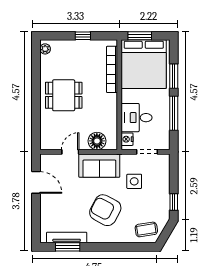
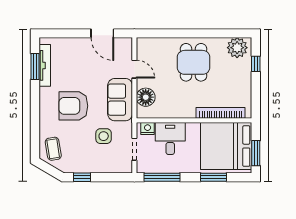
window: (83, 36) -> (256, 64), moved
window: (140, 36) -> (256, 153), moved
plant: (45, 49) -> (237, 48), width x1.88, depth x1.88
window: (174, 113) -> (162, 177), moved
door: (36, 182) -> (102, 33), hinge flipped
armchair: (105, 210) -> (73, 106), turned -118

